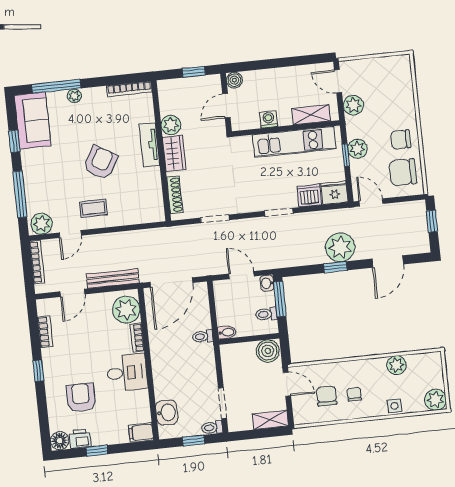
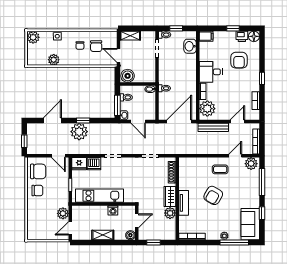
door: (338, 81) -> (70, 228), swing flipped
shelving: (311, 115) -> (103, 235), moved
plant: (357, 149) -> (63, 188), removed

